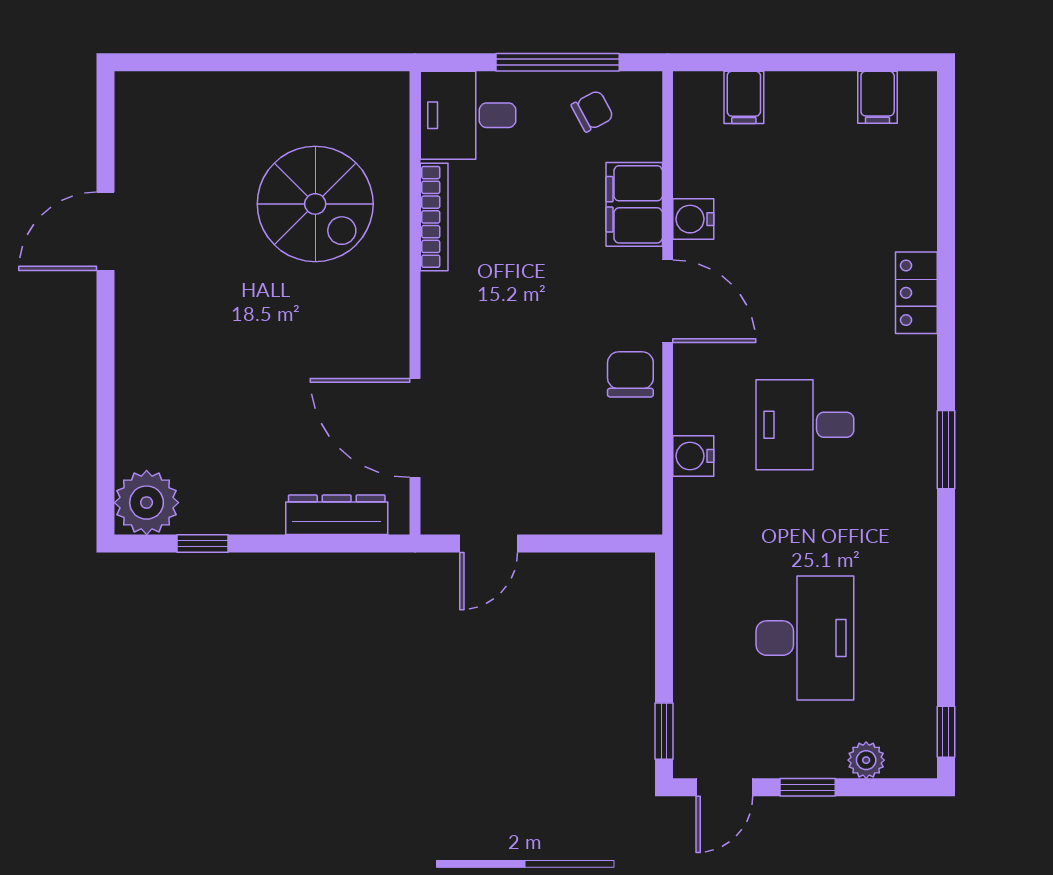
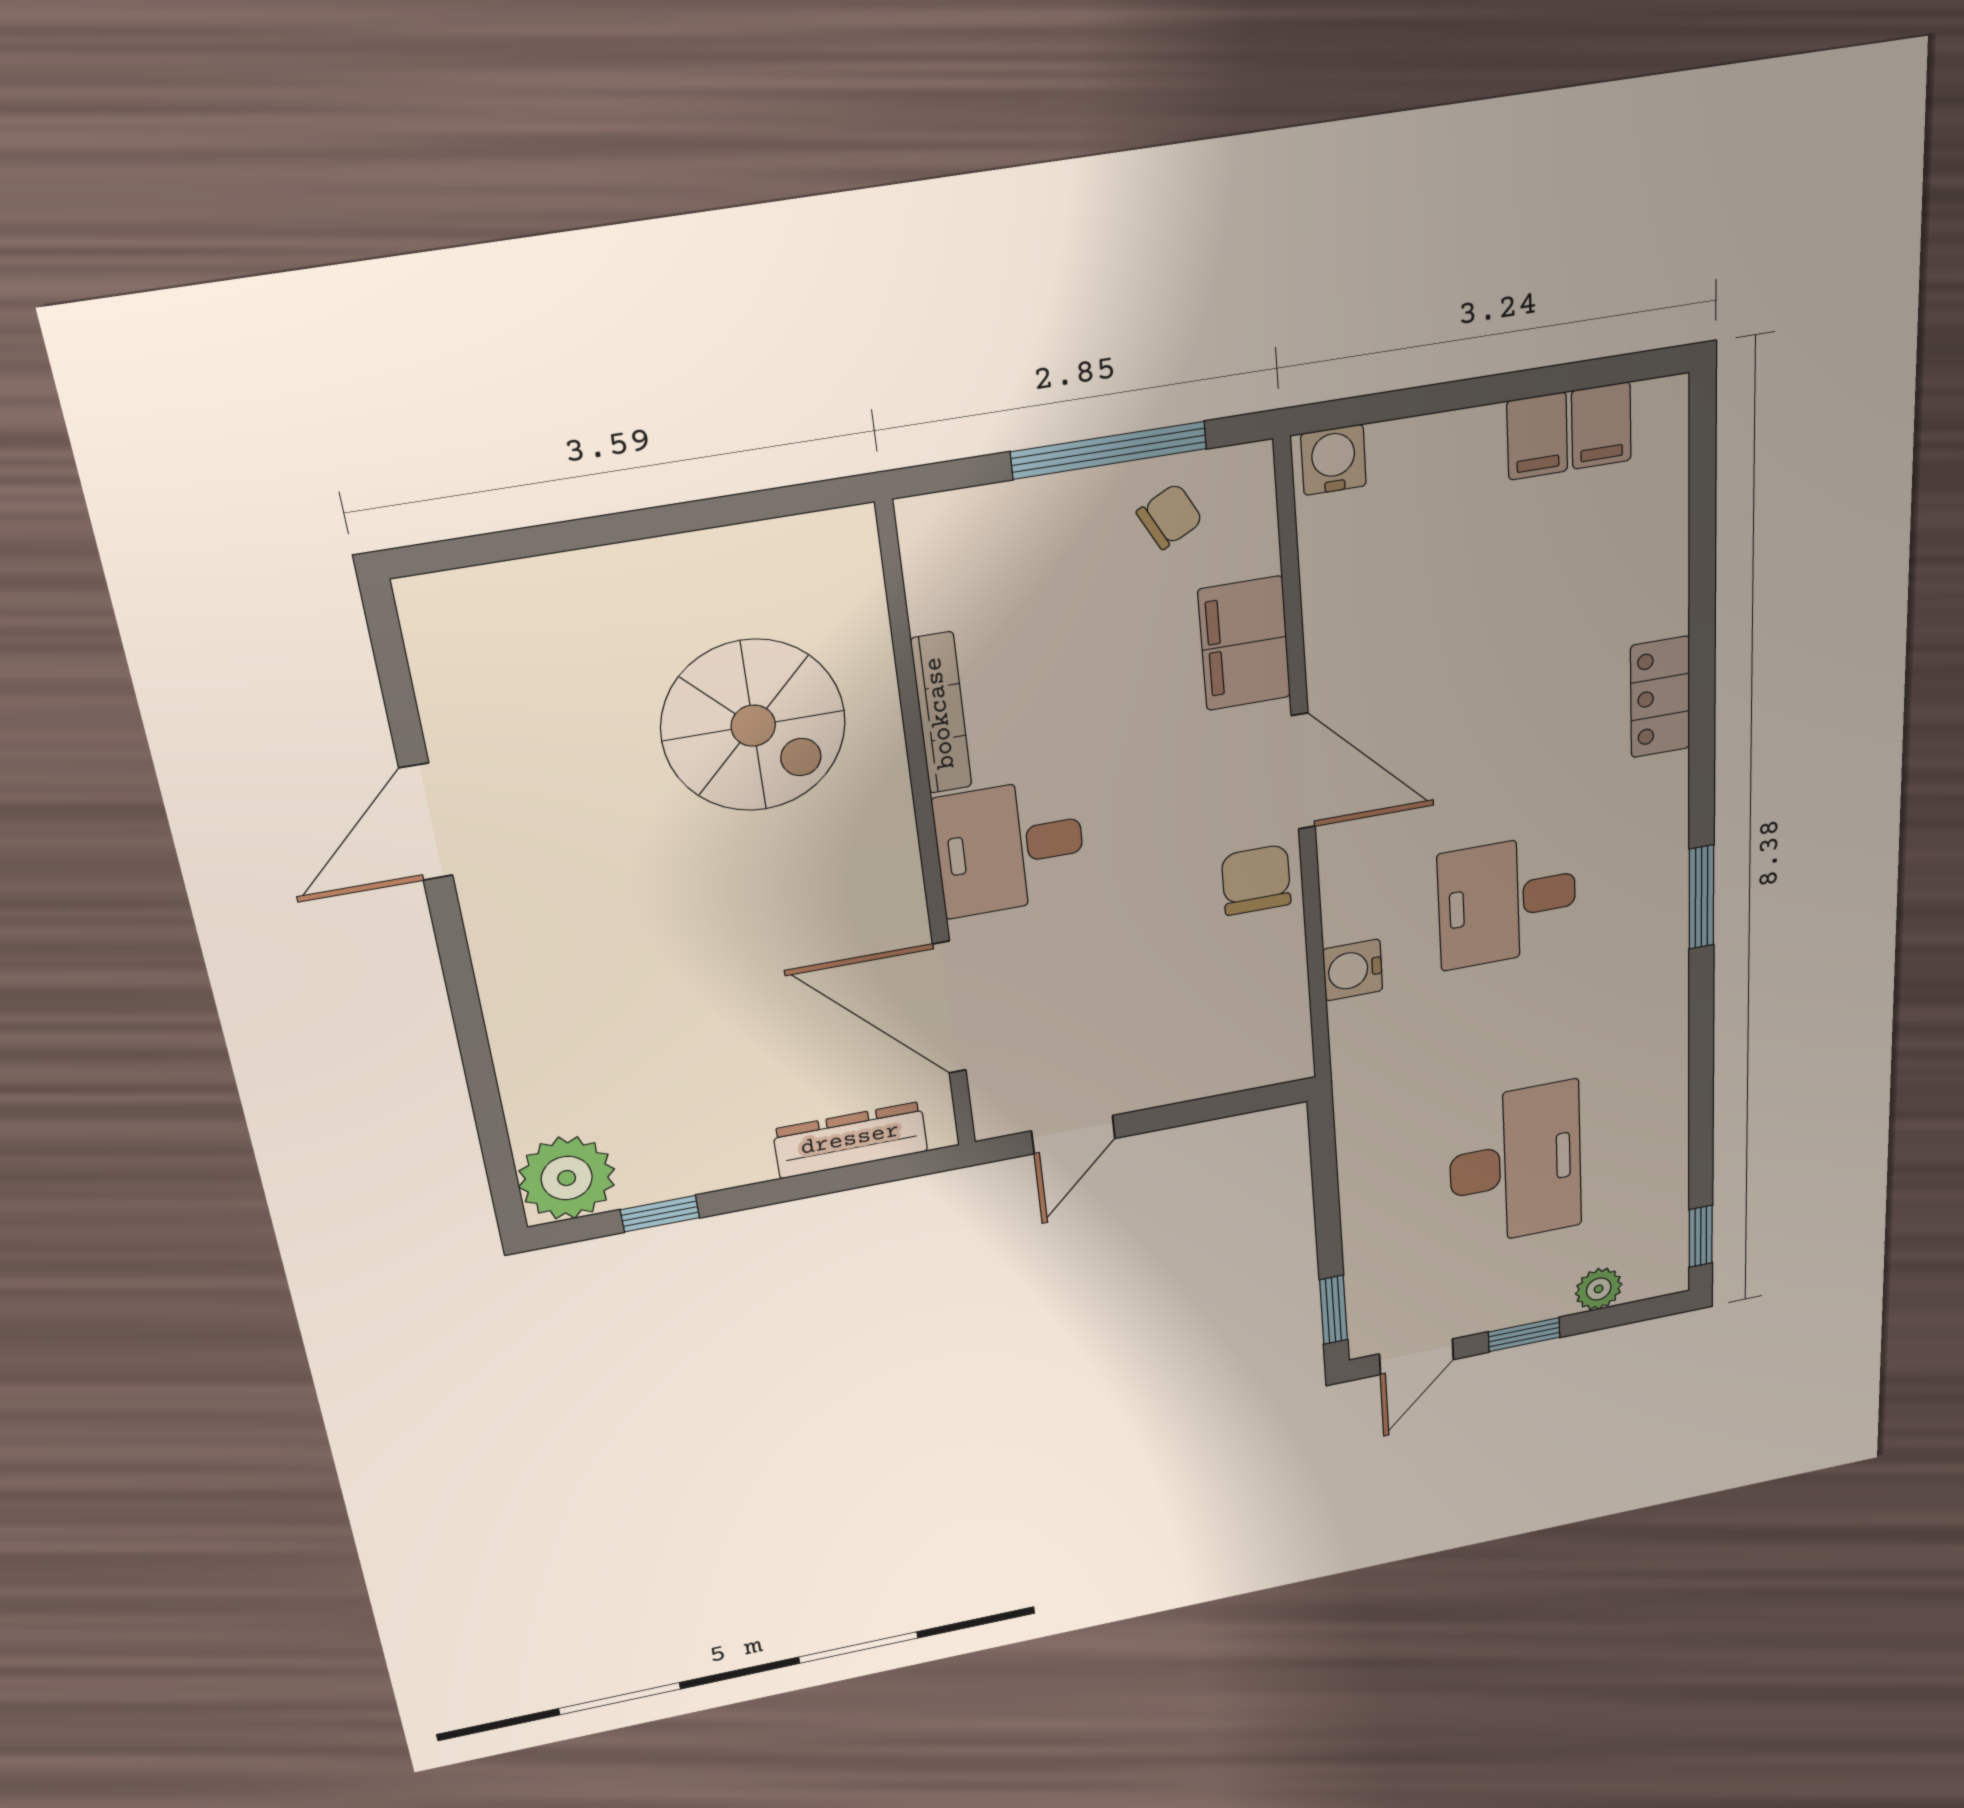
filing cabinet: (744, 97) -> (1537, 436), moved
desk: (468, 115) -> (1010, 847), moved
water cooler: (693, 219) -> (1333, 460), moved, turned 90

